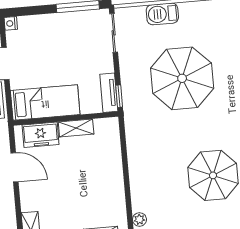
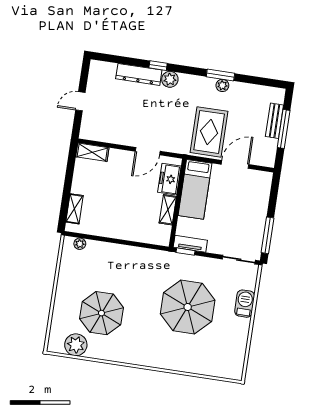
nightstand: (11, 23) -> (267, 177), removed

